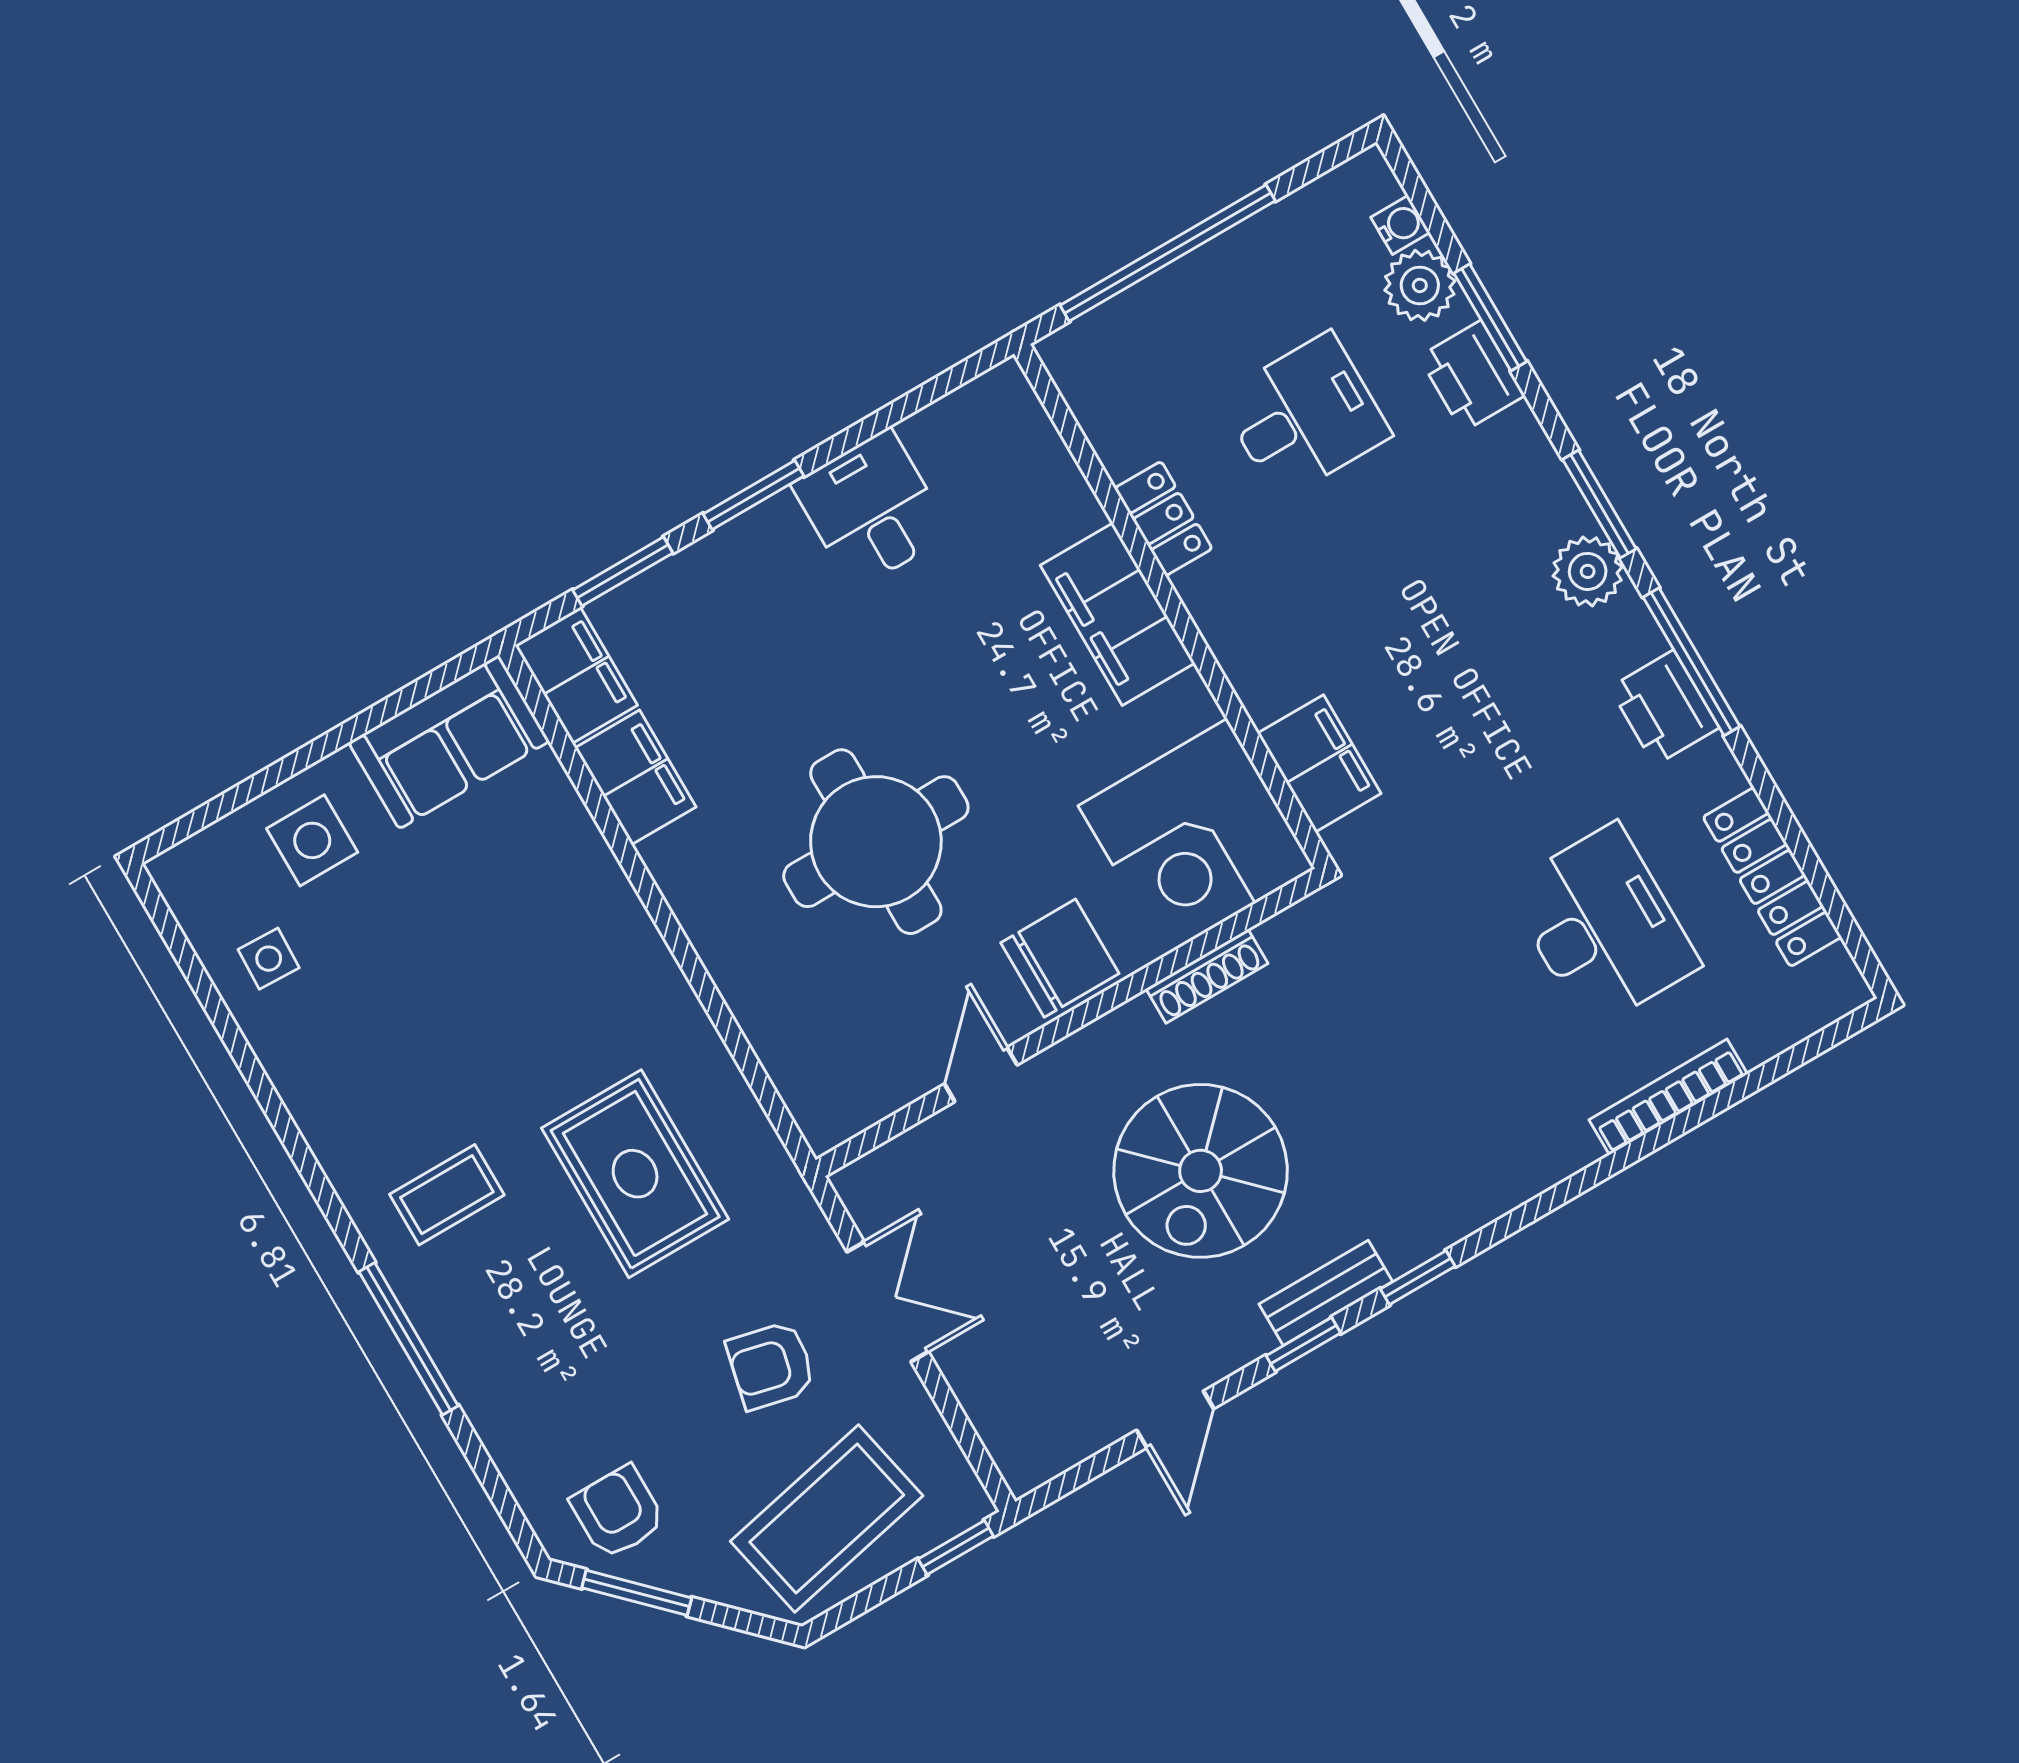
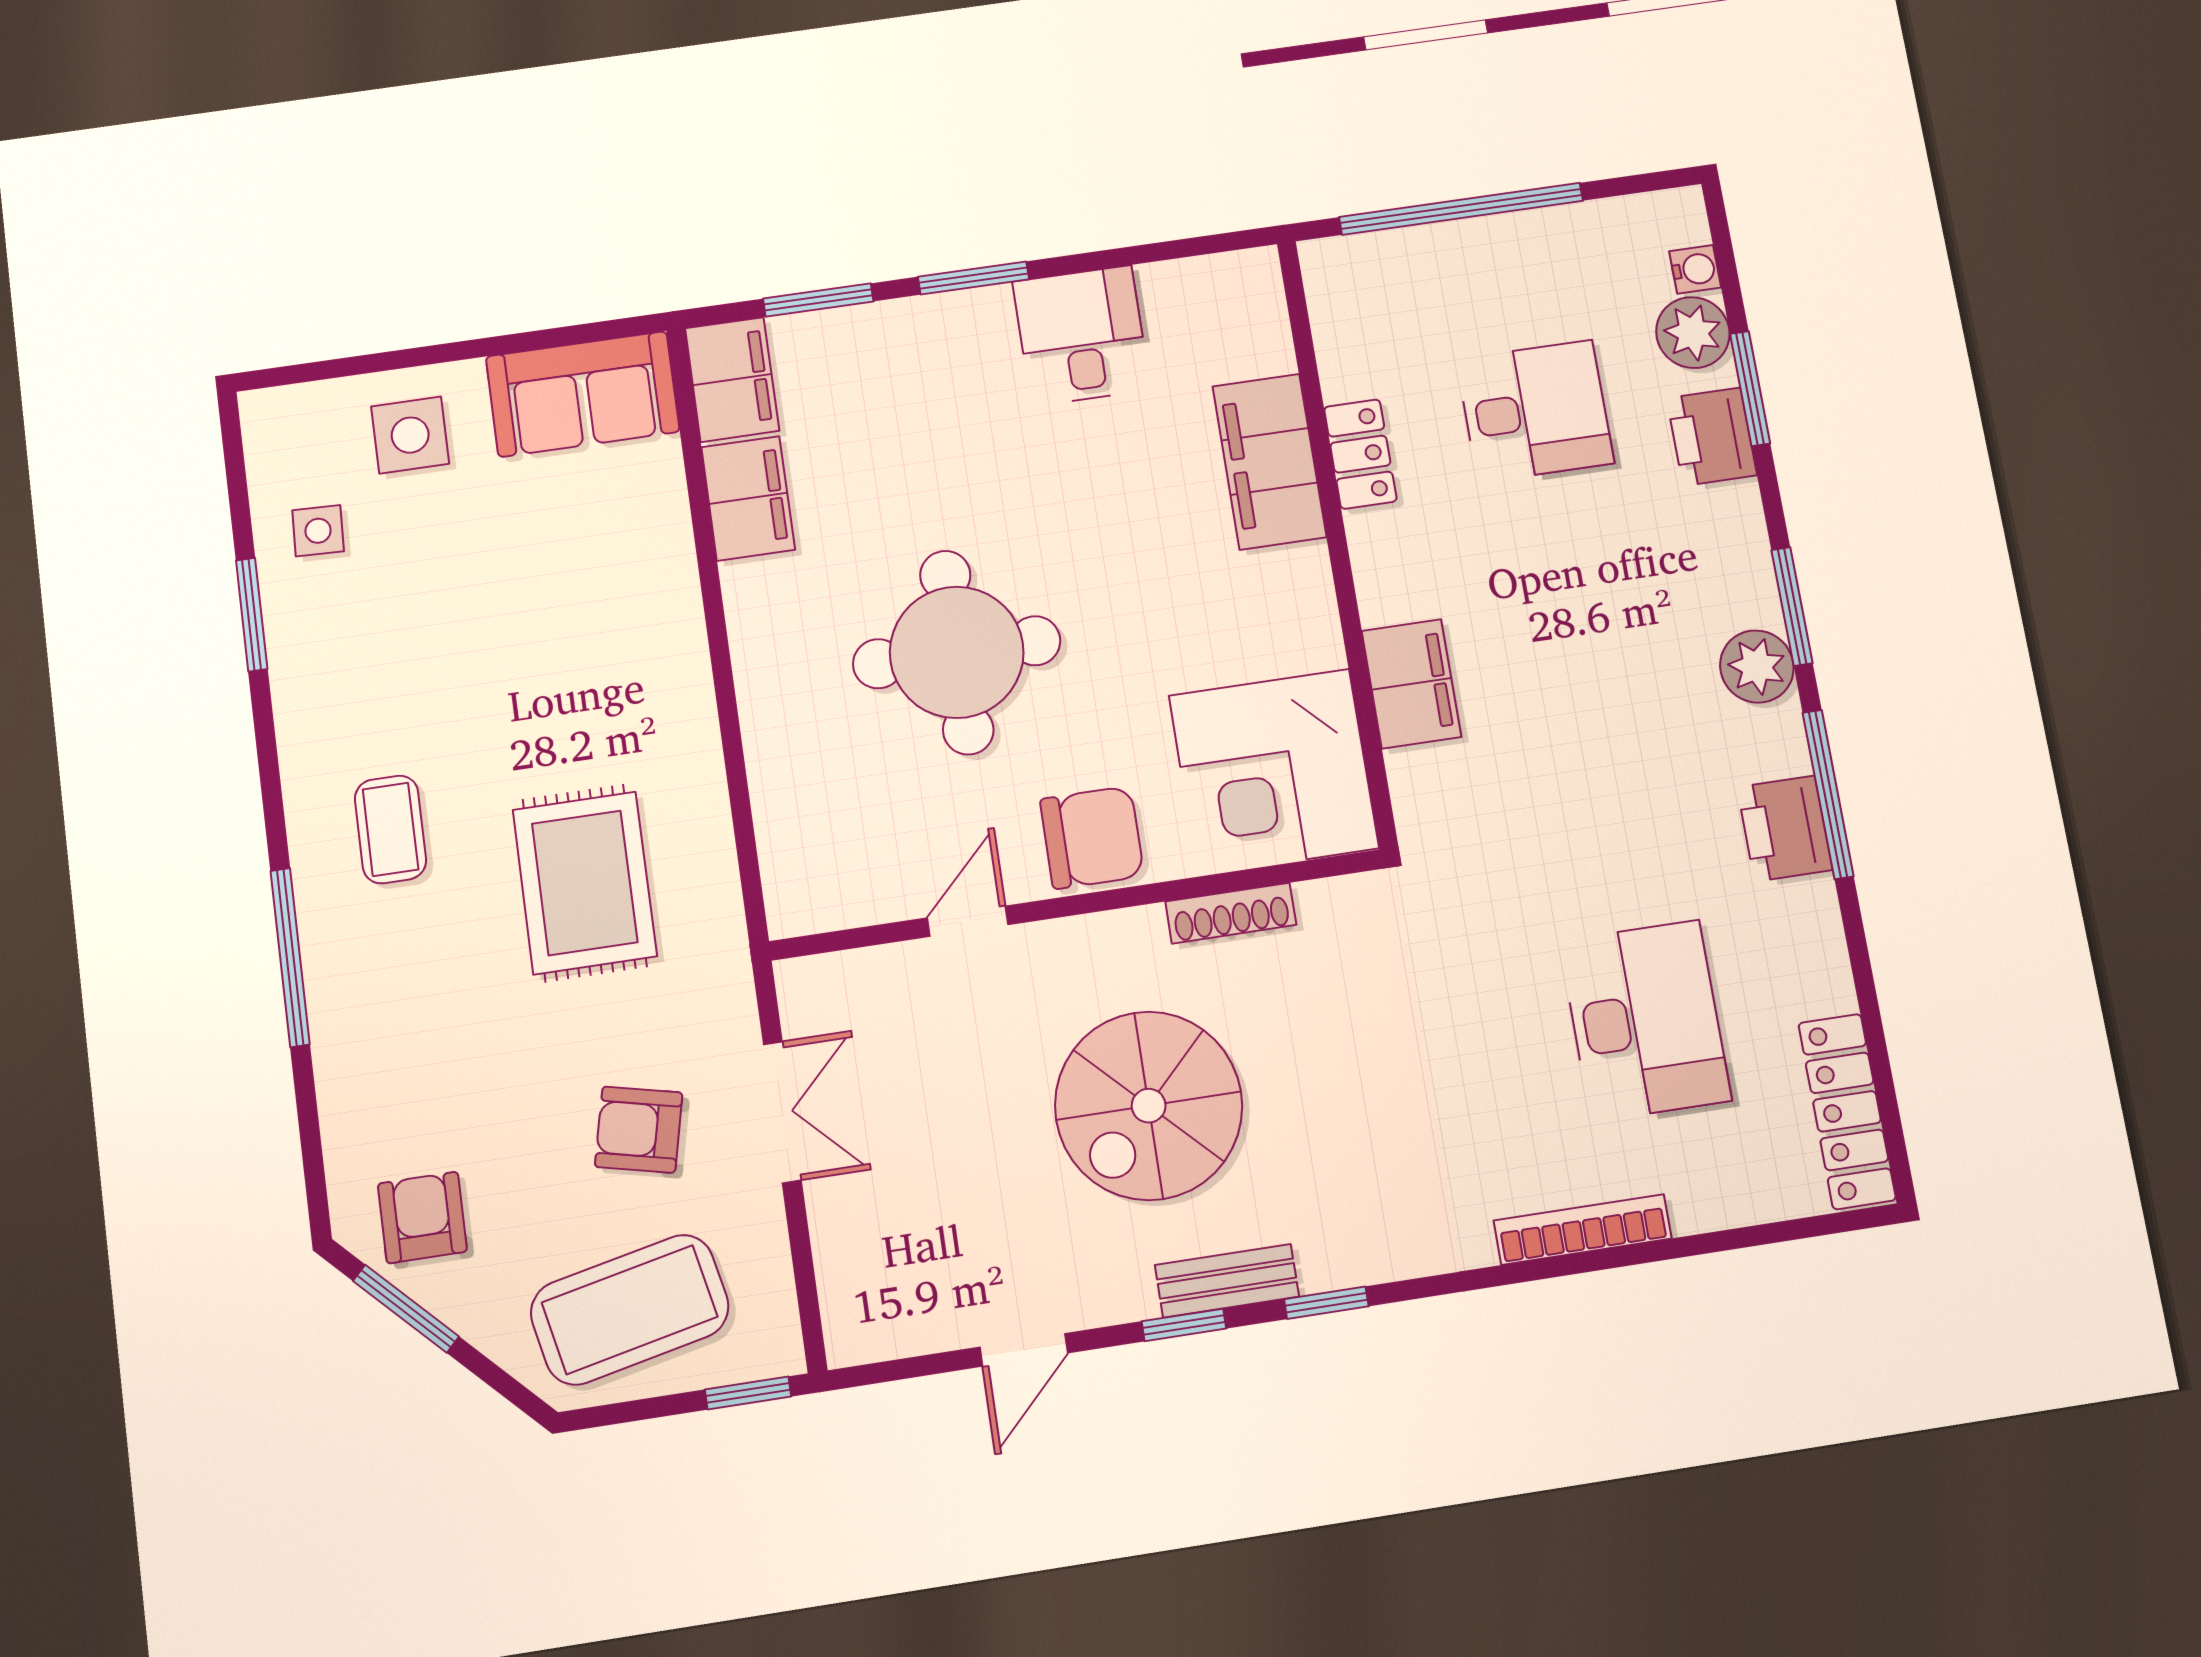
filing cabinet: (1118, 614) -> (1269, 462), moved
filing cabinet: (1319, 763) -> (1411, 684), moved
locker: (1772, 877) -> (1847, 1111), moved
window: (243, 1056) -> (252, 615), added
bookcase: (1668, 1097) -> (1583, 1230), moved
coffee table: (447, 1195) -> (390, 829), turned 90

